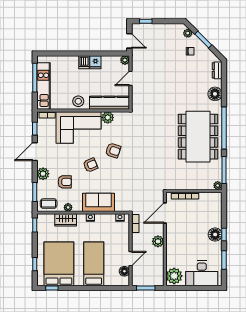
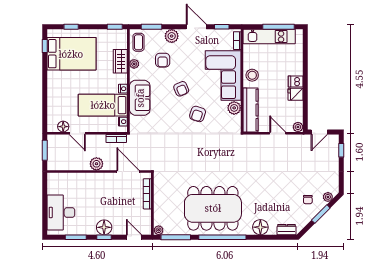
door: (224, 208) -> (134, 237), added
bed: (94, 264) -> (103, 105), moved, turned 180
plant: (174, 276) -> (58, 182), removed

